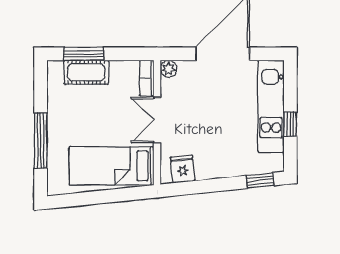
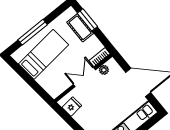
plant: (169, 69) -> (104, 70), moved
bed: (112, 166) -> (44, 54), moved, turned 84

